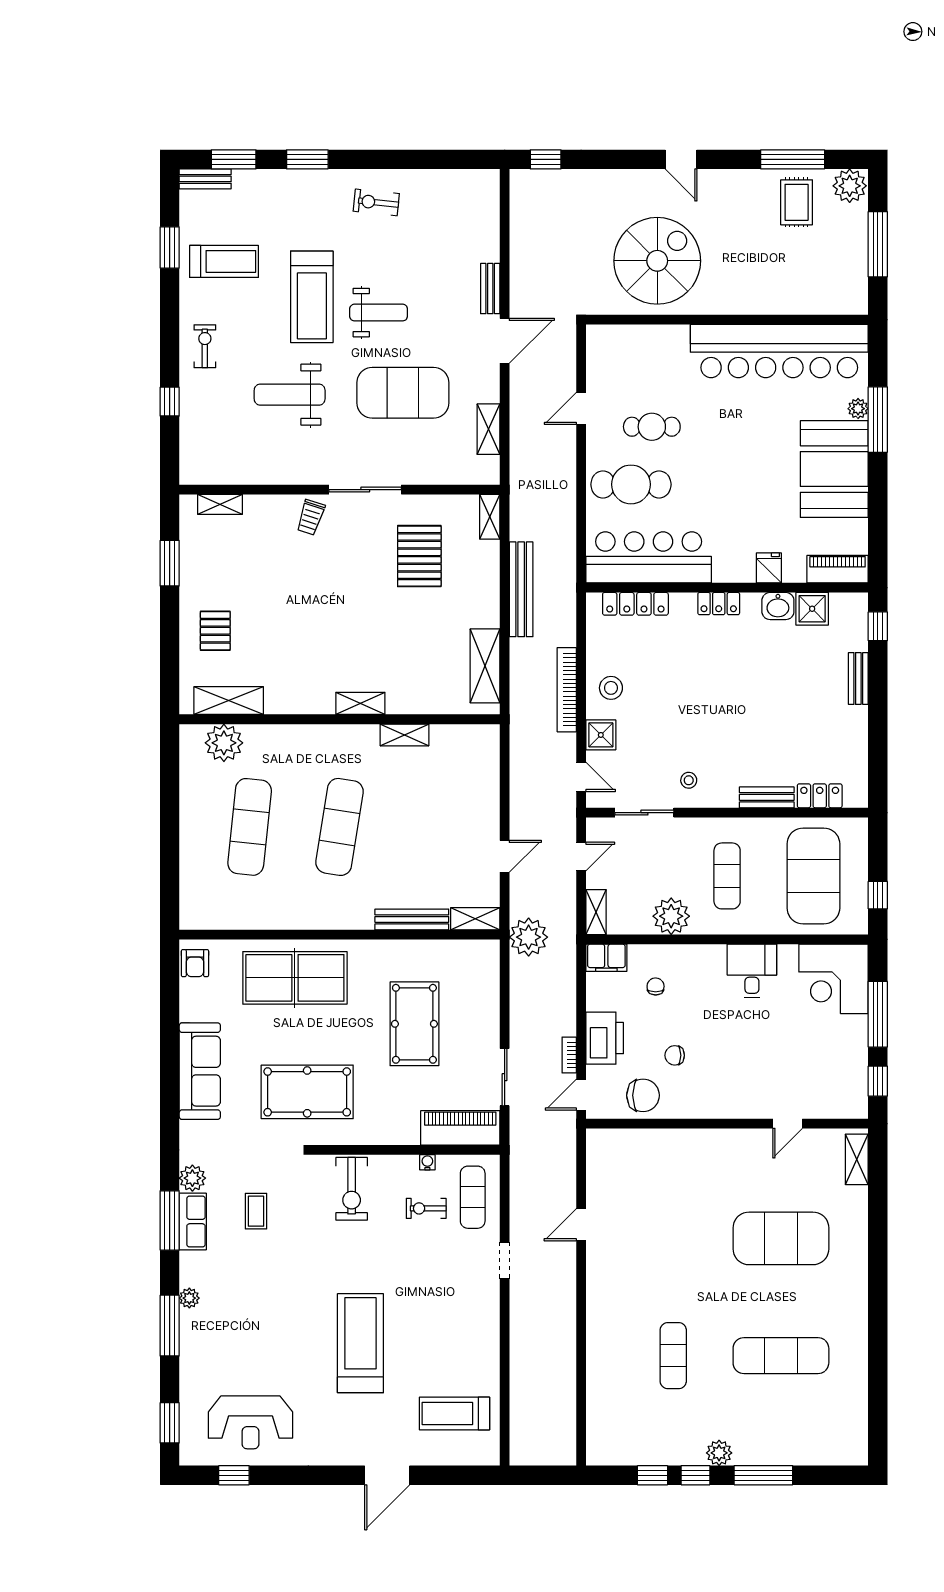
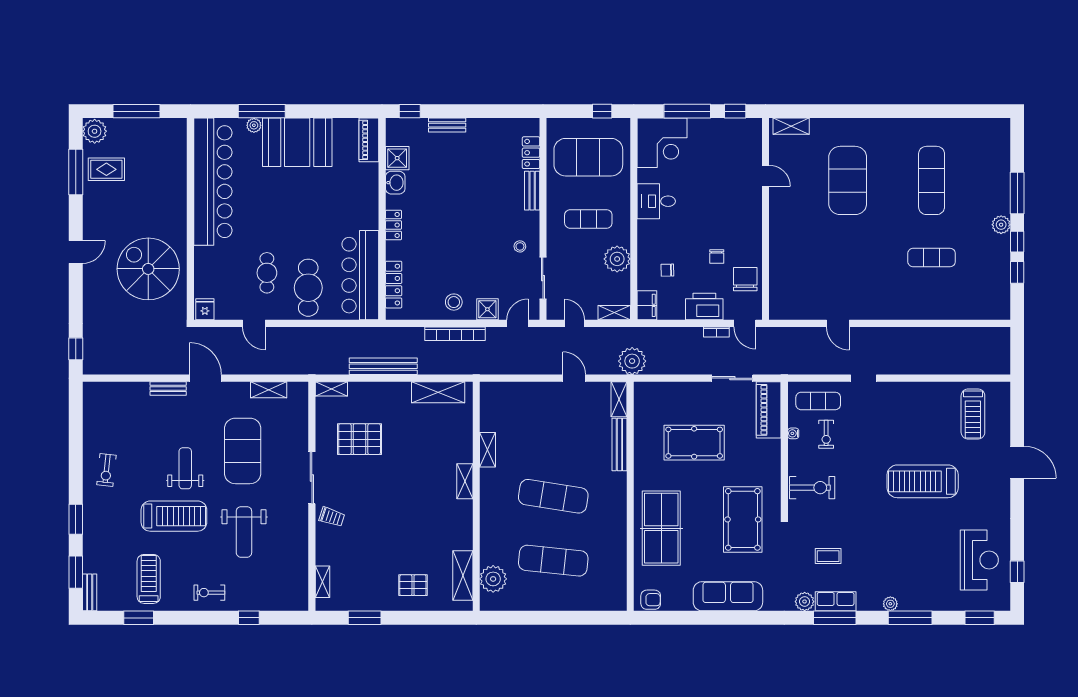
fridge: (769, 568) -> (205, 309), moved, turned 90

